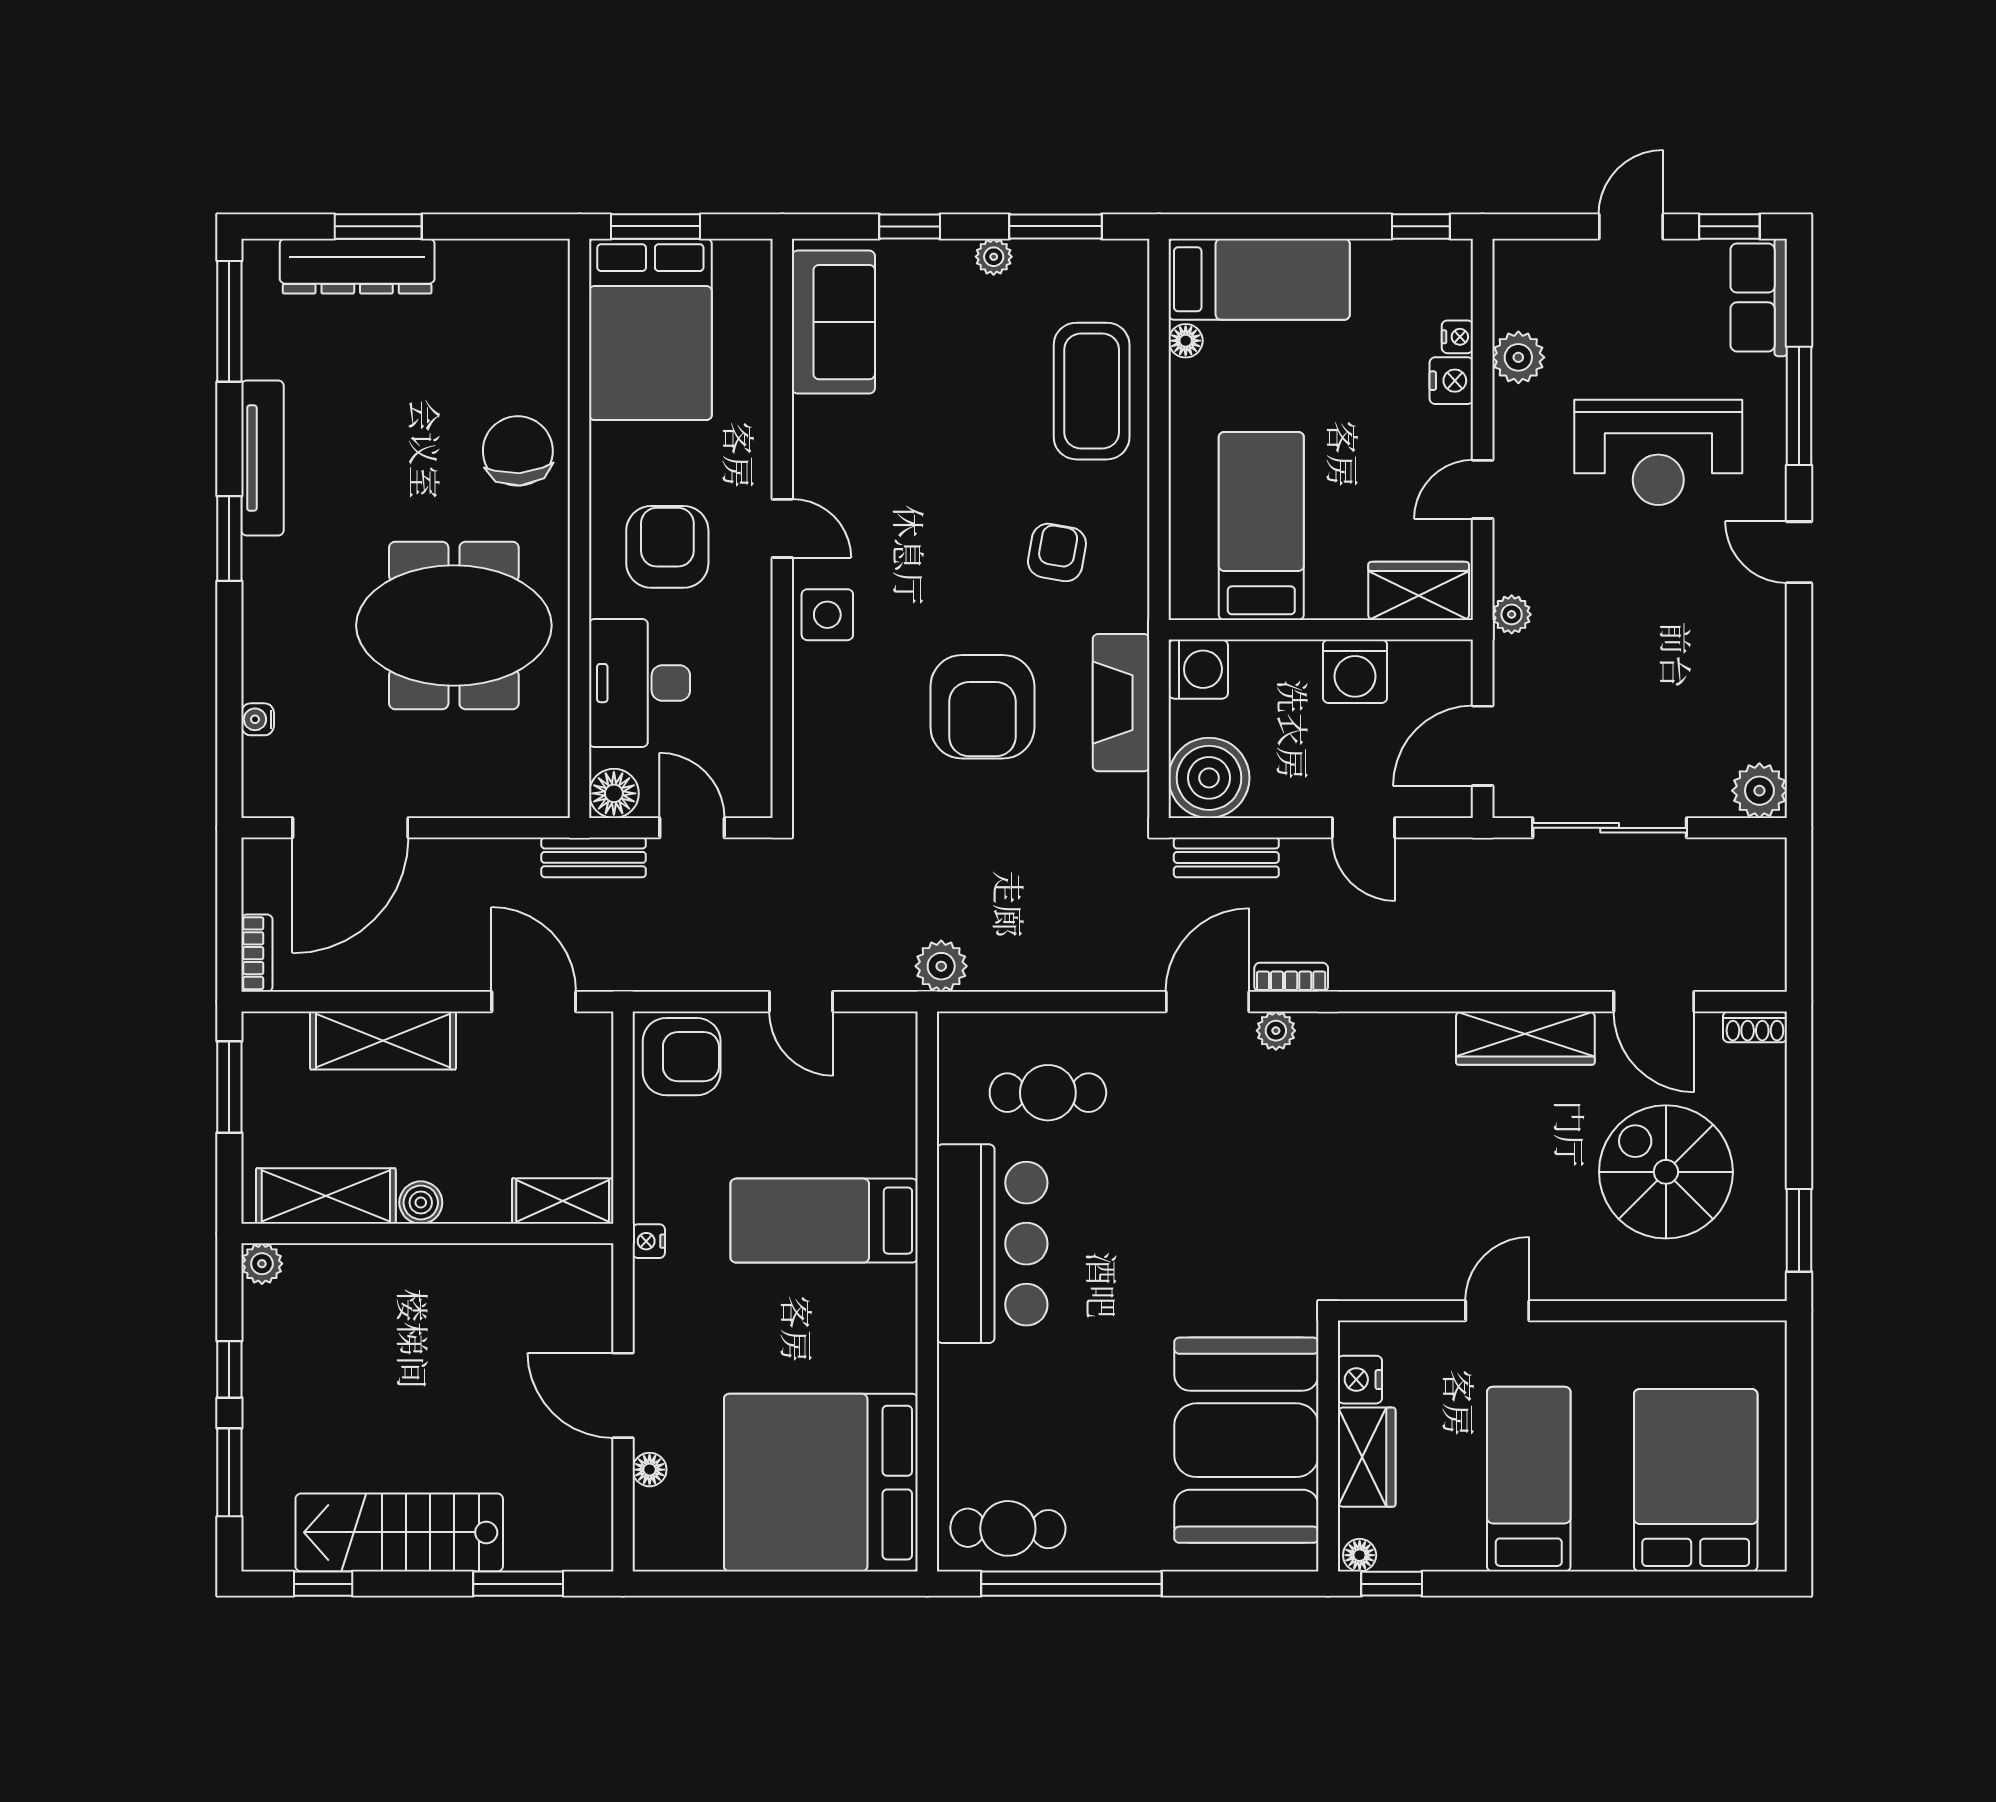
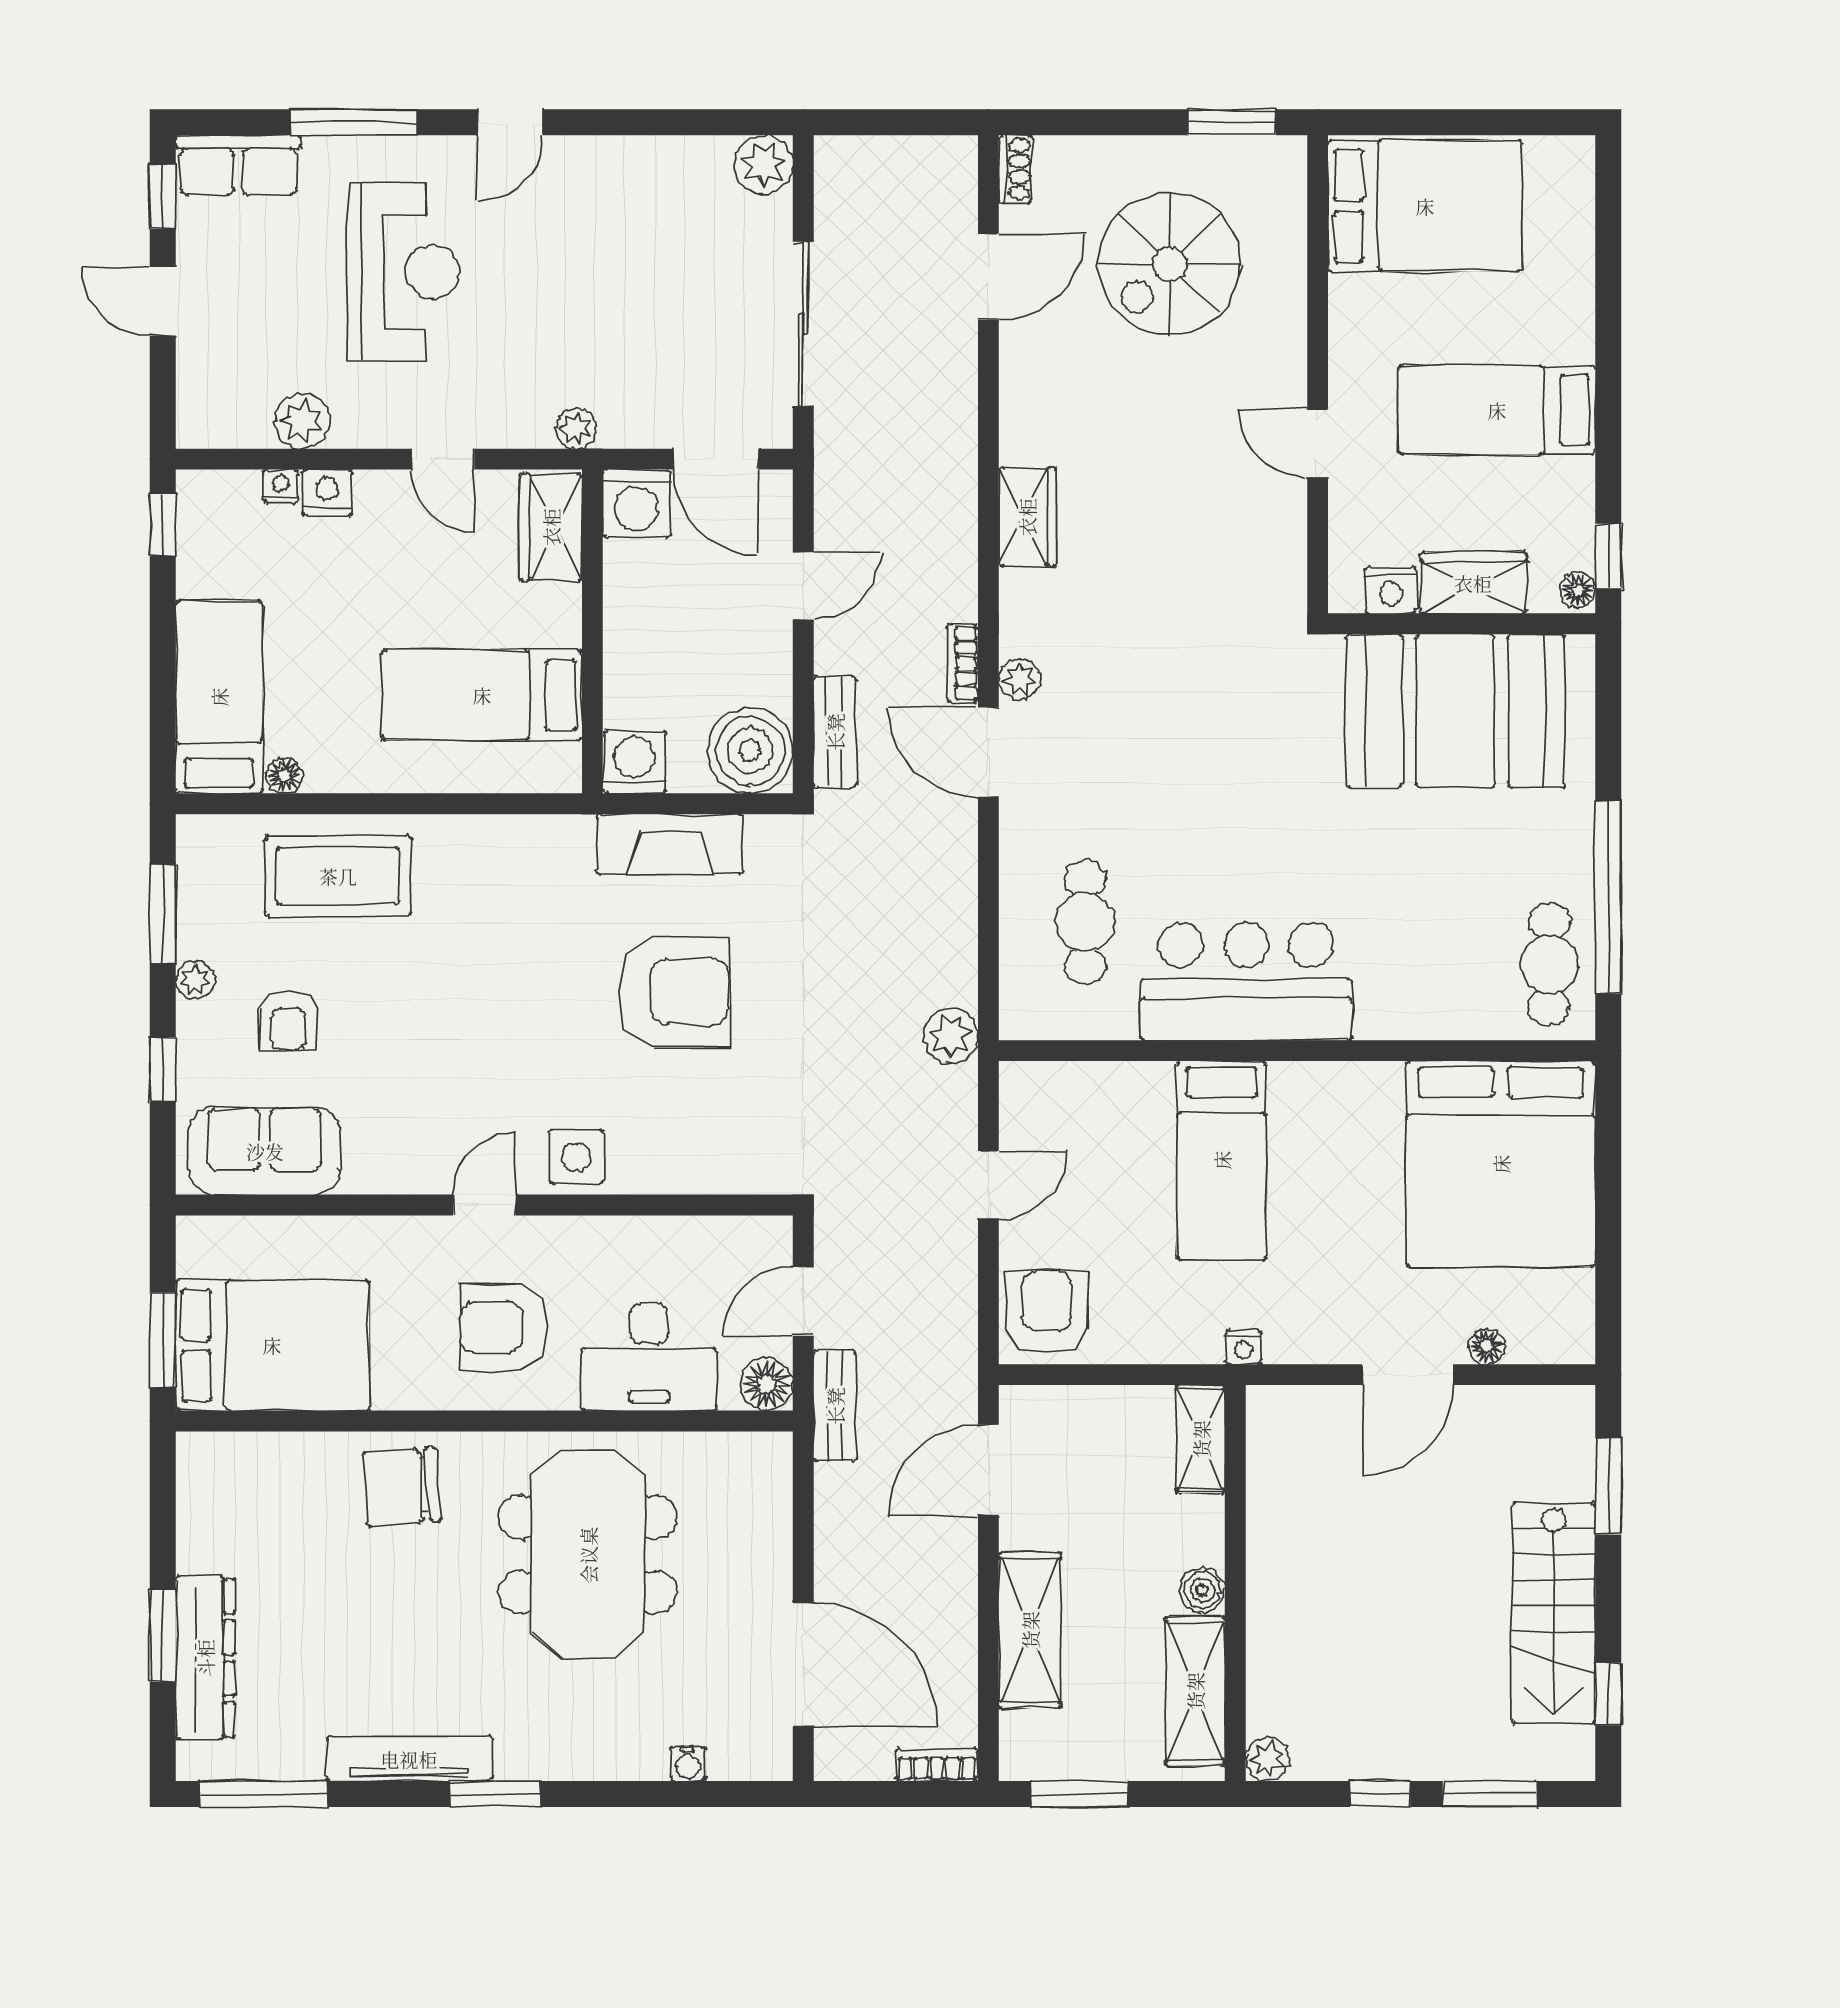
armchair: (1057, 552) -> (288, 1021), moved, turned -100
washing machine: (1355, 671) -> (637, 503), moved, turned 90
wardrobe: (1525, 1038) -> (1027, 517), moved, width x0.67
bed: (1696, 1480) -> (1425, 206), moved, turned 180

